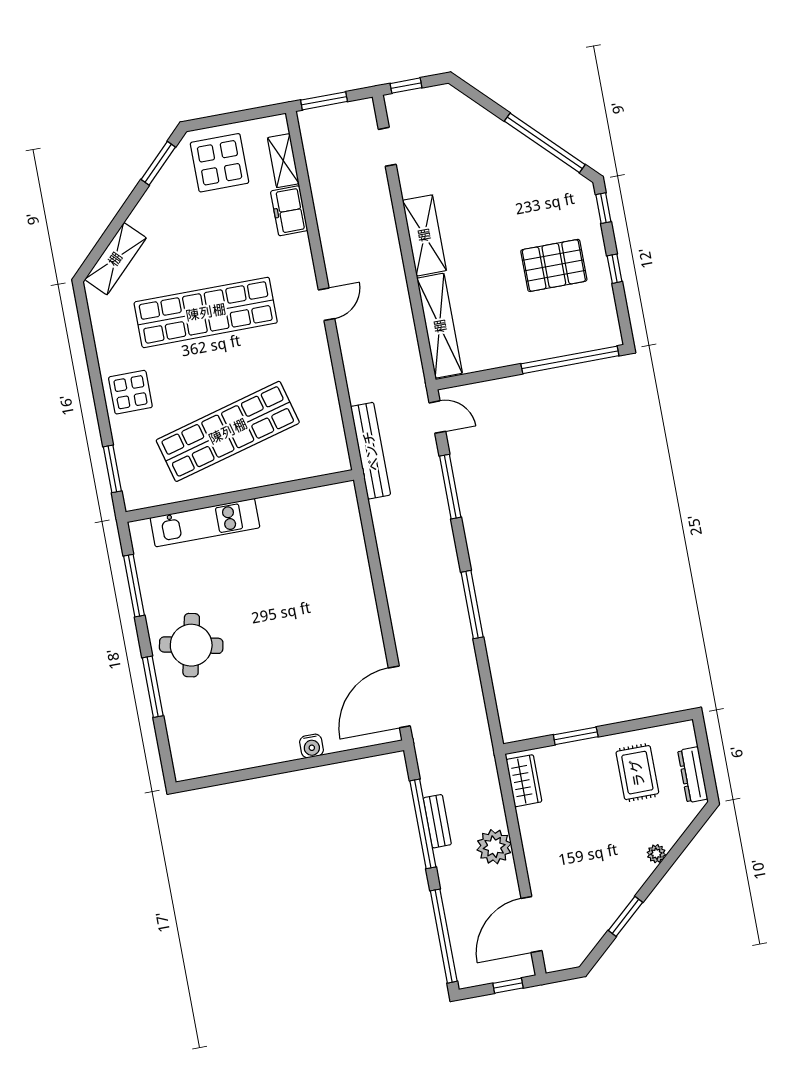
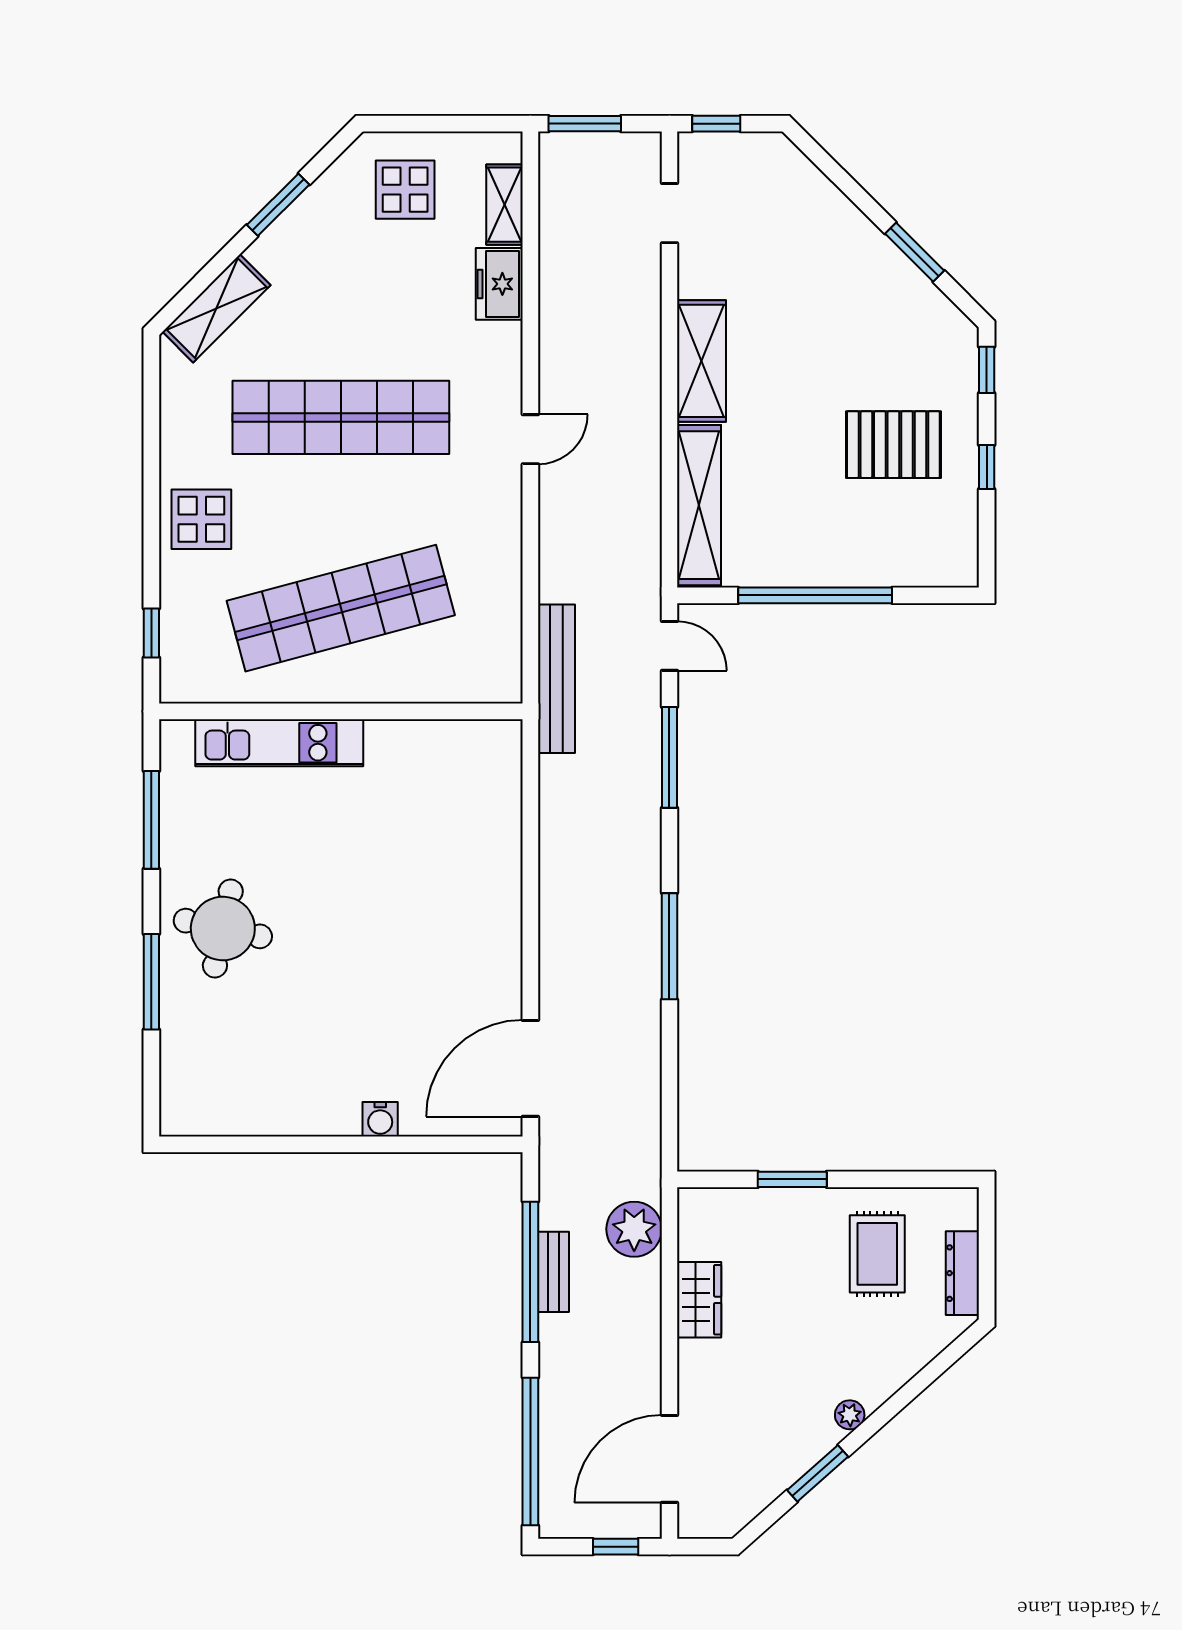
window: (545, 143) -> (915, 252), width x0.47
window: (158, 163) -> (278, 205), moved
display table: (220, 163) -> (405, 190), width x0.73, depth x0.73
window: (570, 360) -> (815, 595), moved
window: (112, 469) -> (151, 633), width x0.67
wardrobe: (524, 781) -> (699, 1300), moved
plant: (494, 847) -> (634, 1229), moved
plant: (656, 854) -> (850, 1415), moved

